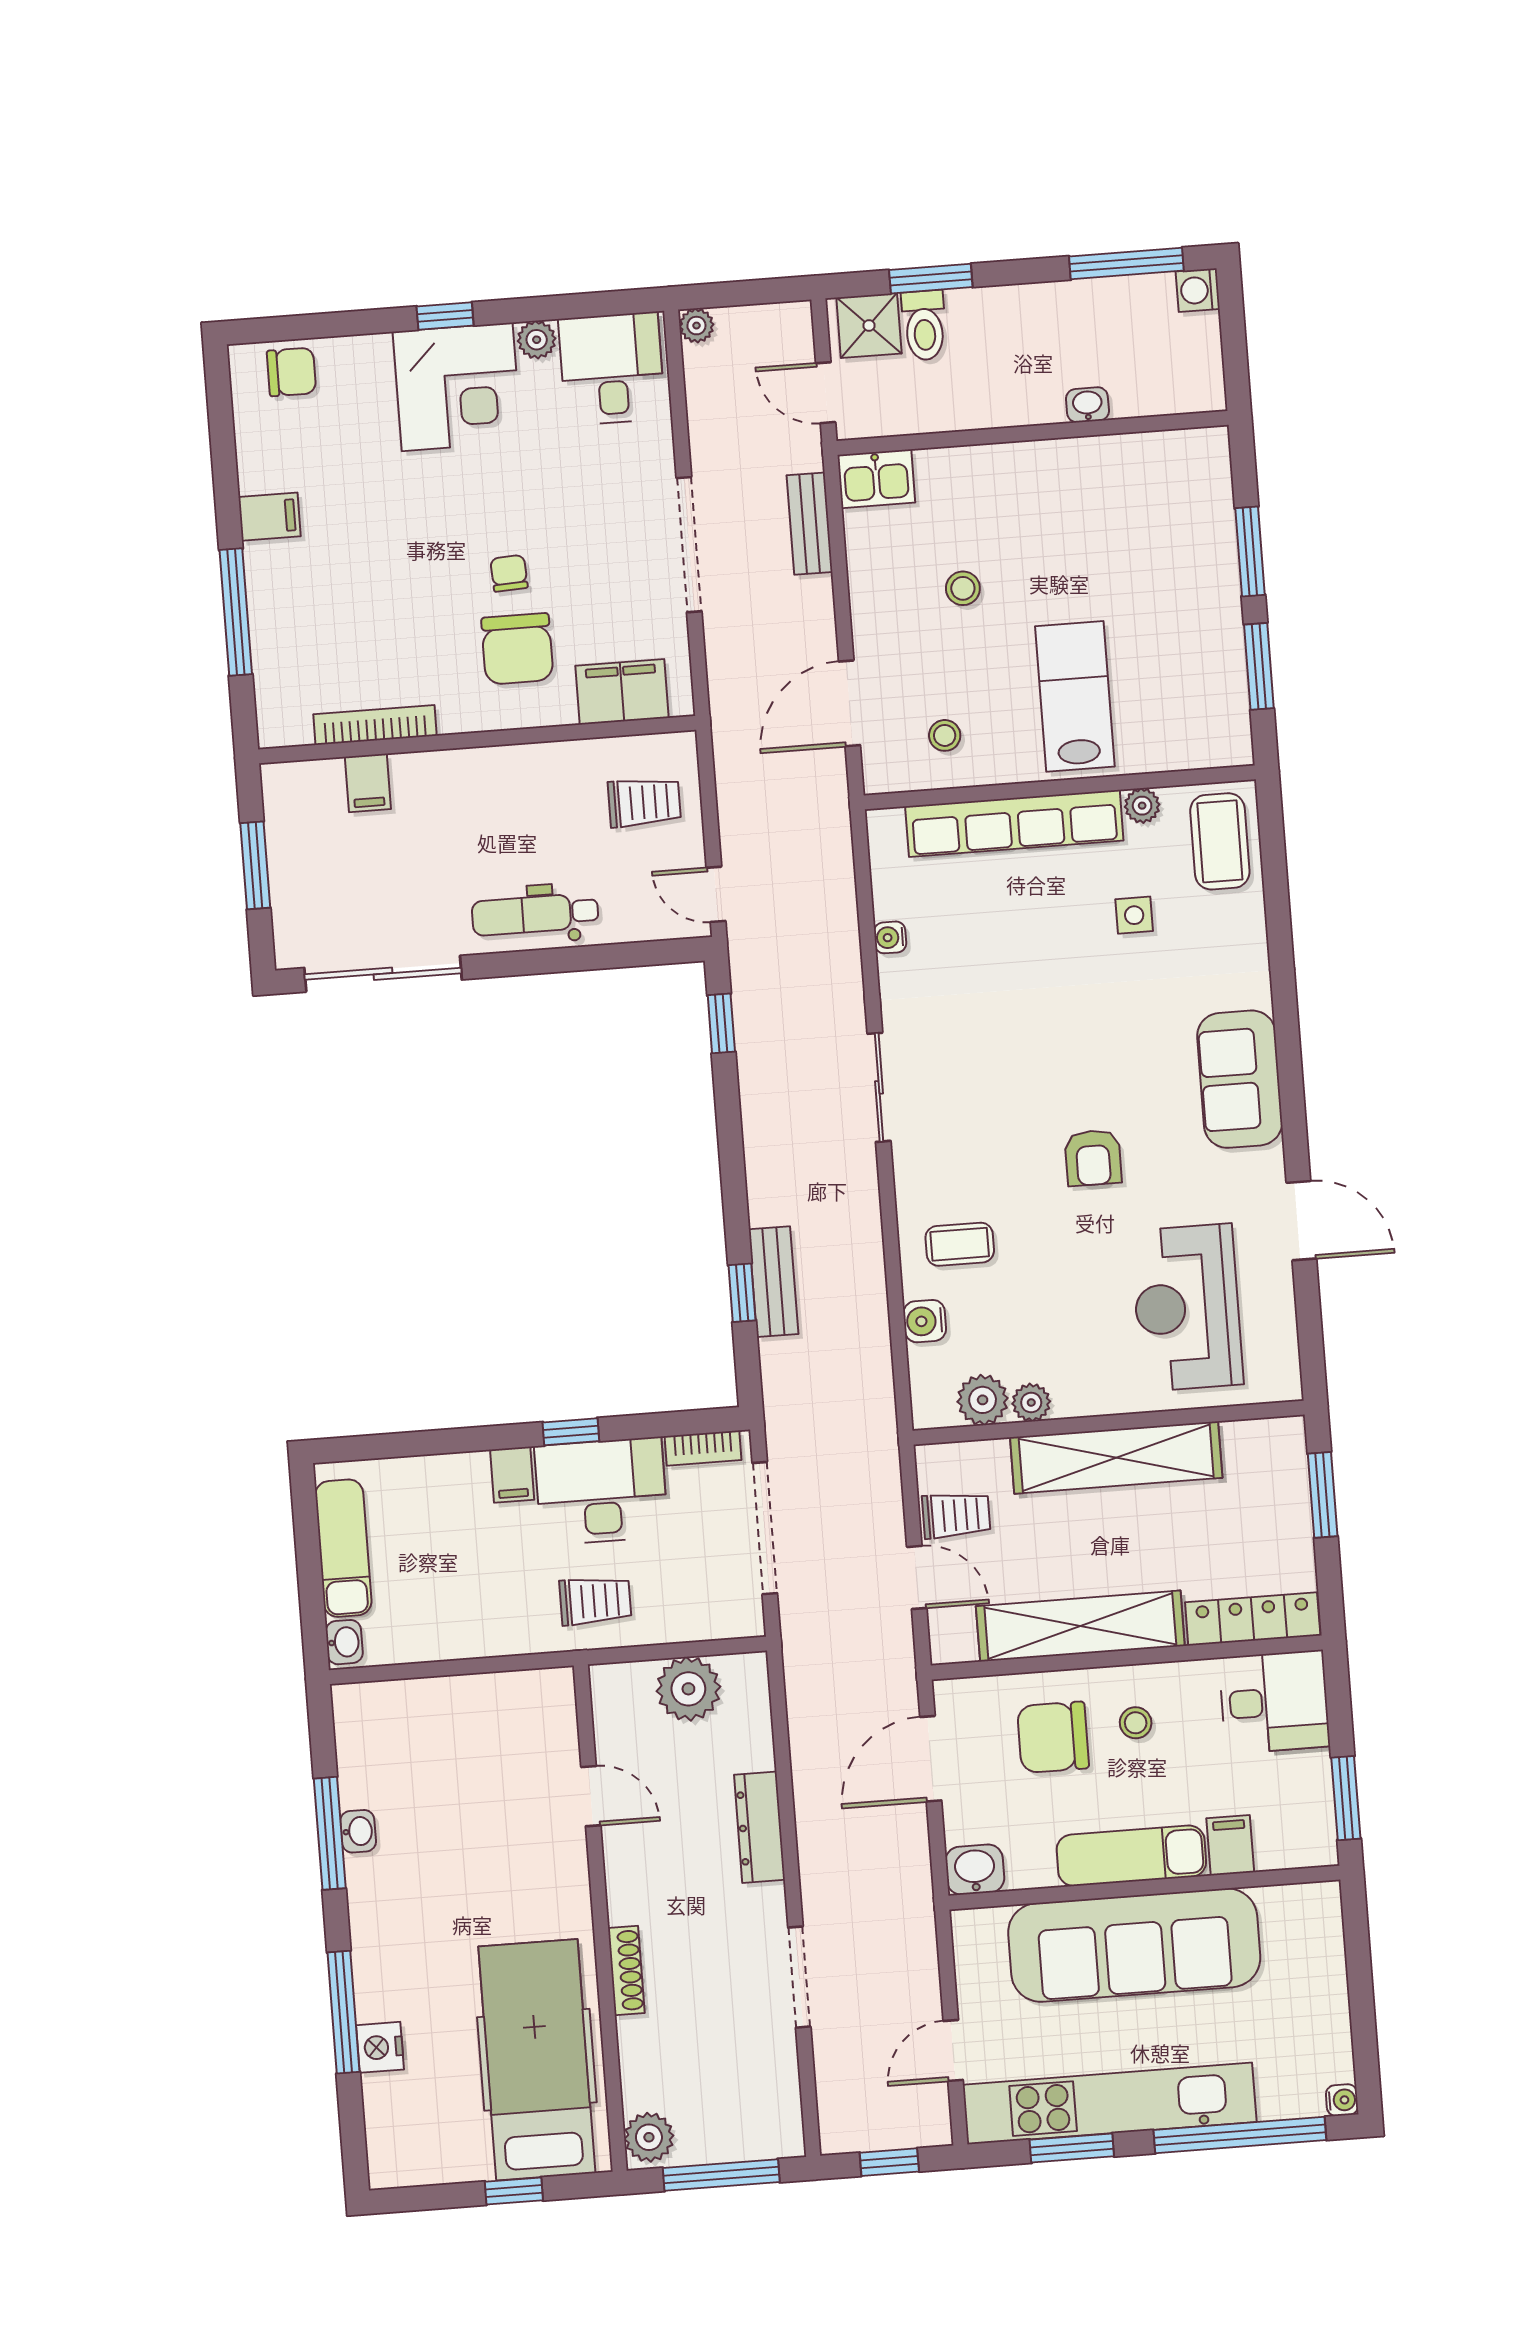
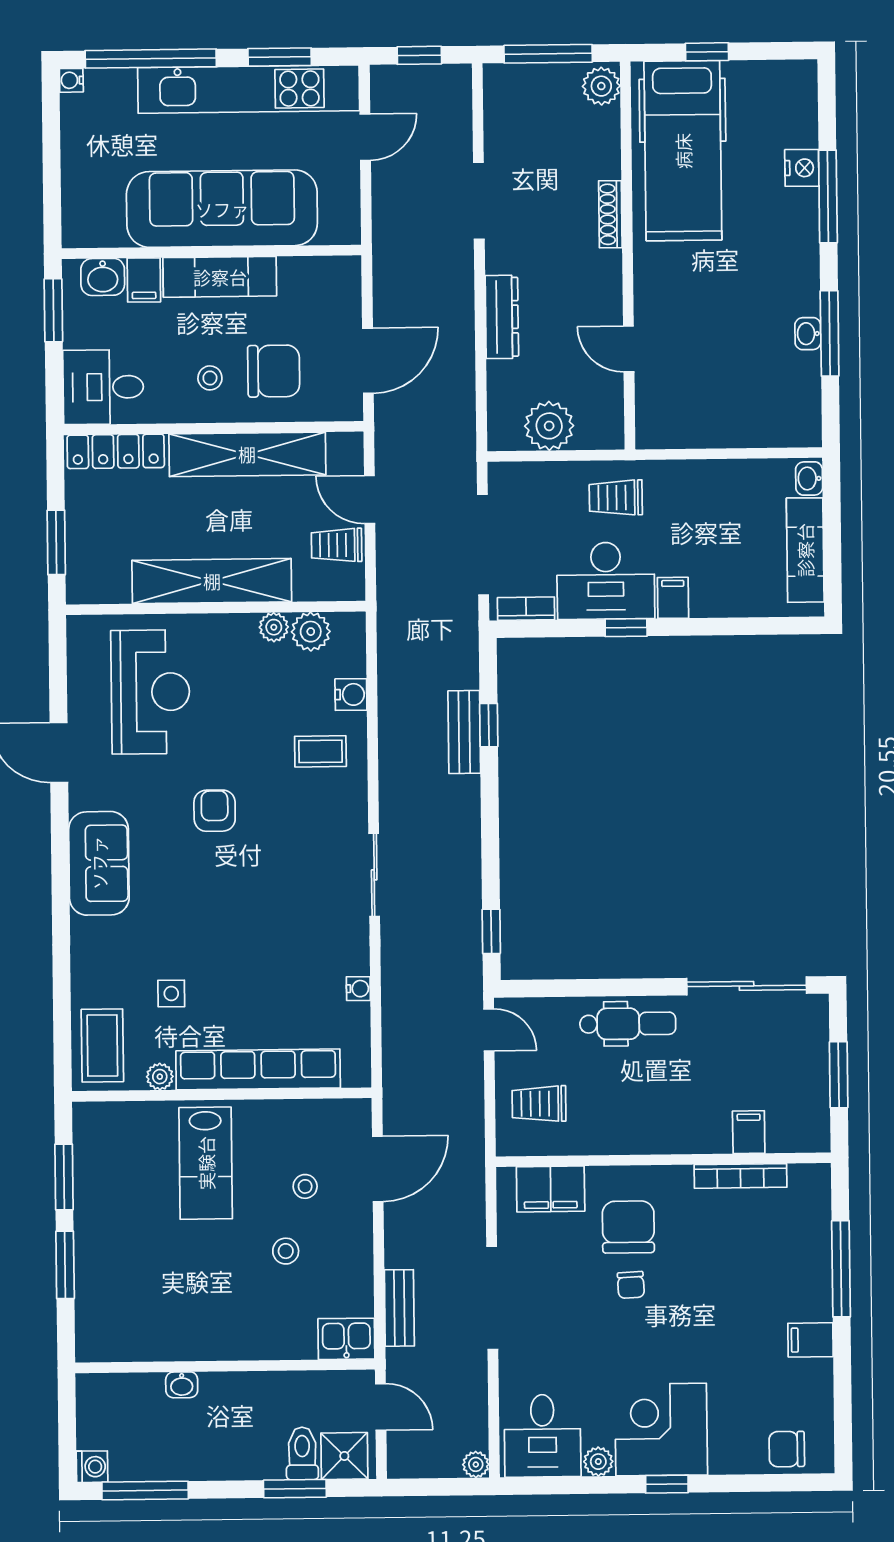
stool: (945, 735) -> (305, 1186), moved
washbasin: (975, 1870) -> (103, 277), moved

